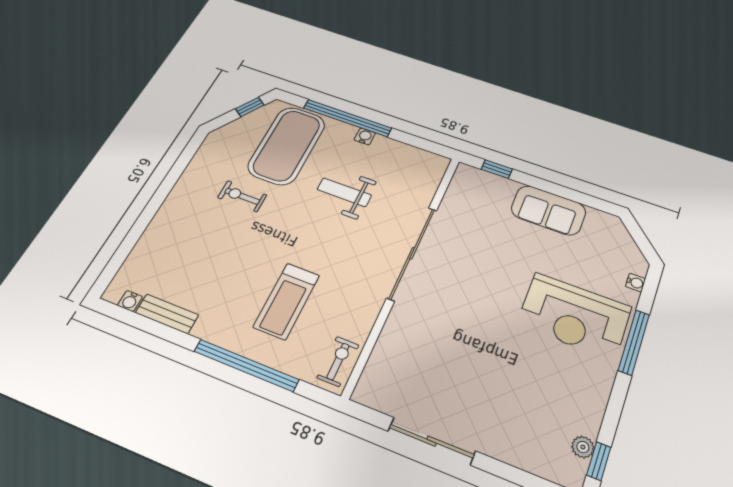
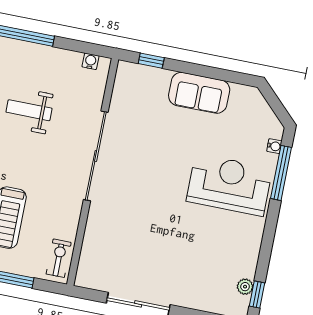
water cooler: (365, 136) -> (90, 61), moved
reception desk: (574, 316) -> (229, 185), turned 180
window: (634, 342) -> (281, 173), moved

